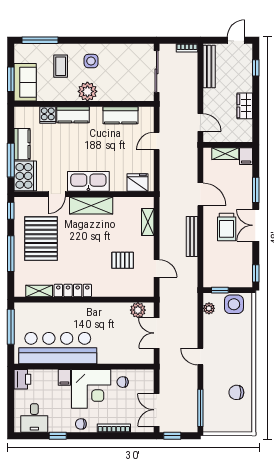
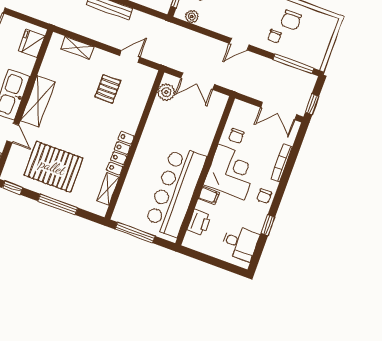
printer: (22, 379) -> (199, 223), moved, turned 90
chair: (218, 384) -> (274, 36), added

